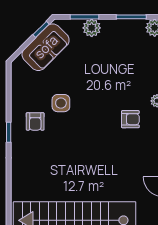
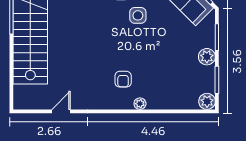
plant: (92, 28) -> (207, 57), moved

